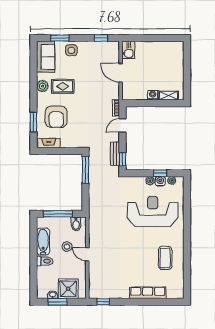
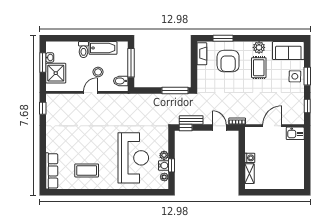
window: (60, 38) -> (307, 76), moved
armchair: (56, 117) -> (228, 61), turned -90
row of seats: (148, 293) -> (52, 171), moved

